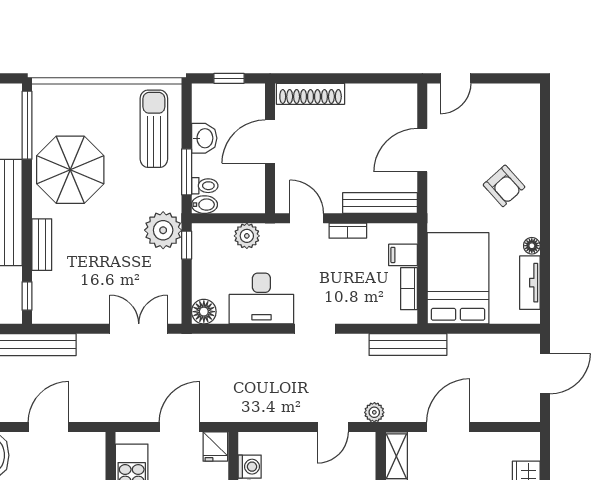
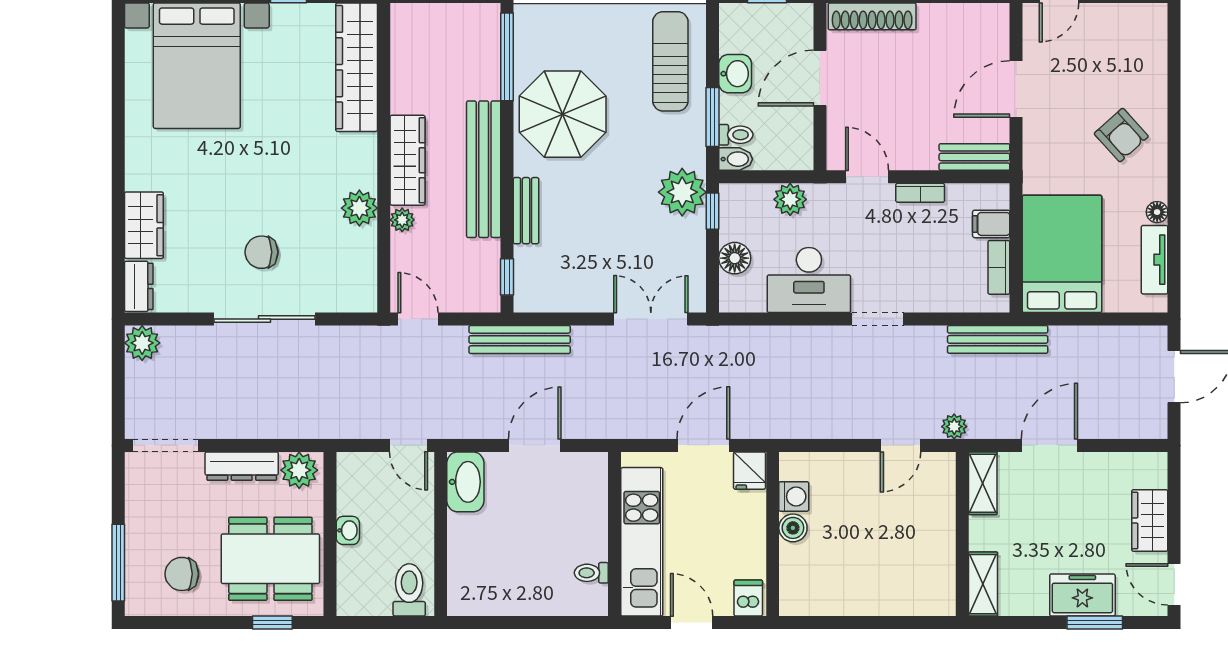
bench: (380, 203) -> (974, 157), width x0.73
floor lamp: (204, 312) -> (735, 258), moved

